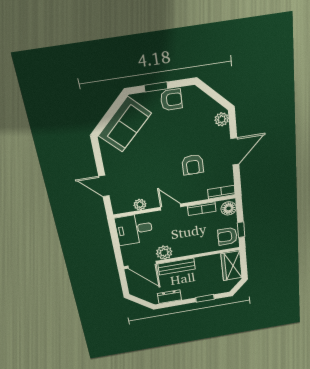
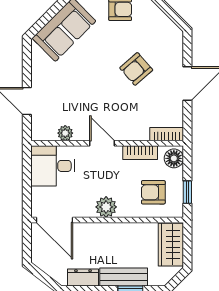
plant: (222, 119) -> (175, 41), removed
armchair: (193, 165) -> (136, 69), moved, turned 49
armchair: (227, 236) -> (153, 192), moved
plant: (164, 253) -> (106, 207), moved
bench: (177, 267) -> (124, 277), moved

